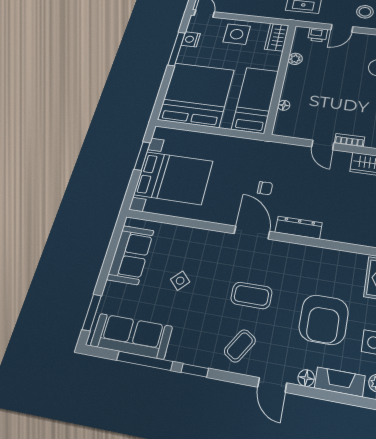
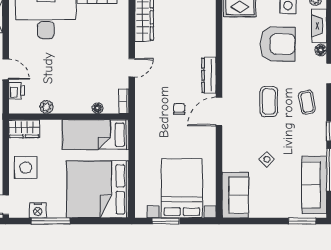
bookcase: (350, 140) -> (124, 101), moved
sofa: (130, 255) -> (235, 195), moved, turned 90
coffee table: (240, 346) -> (307, 102), turned 48

